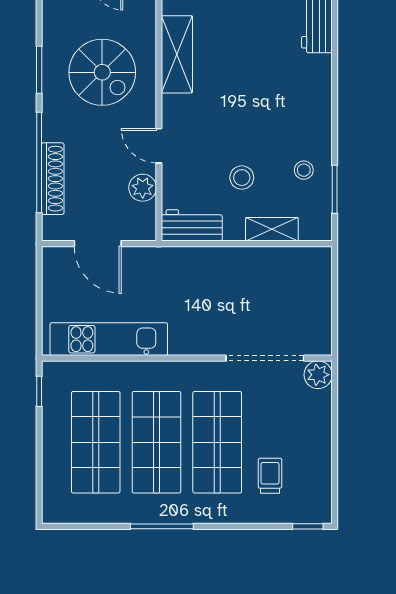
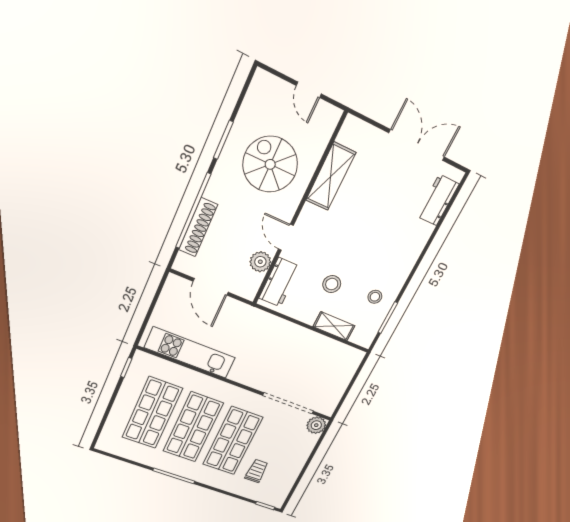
spiral stairs: (102, 72) -> (270, 164), turned 180
workbench: (192, 225) -> (279, 282), moved, turned 90

